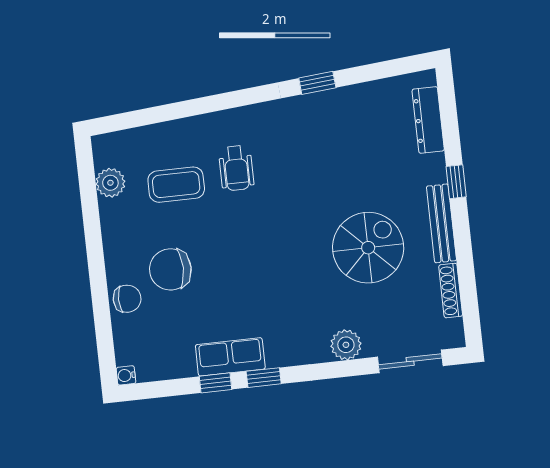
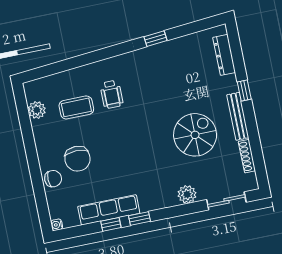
chair: (170, 269) -> (77, 159), turned -90
row of seats: (230, 357) -> (109, 210), width x1.48

